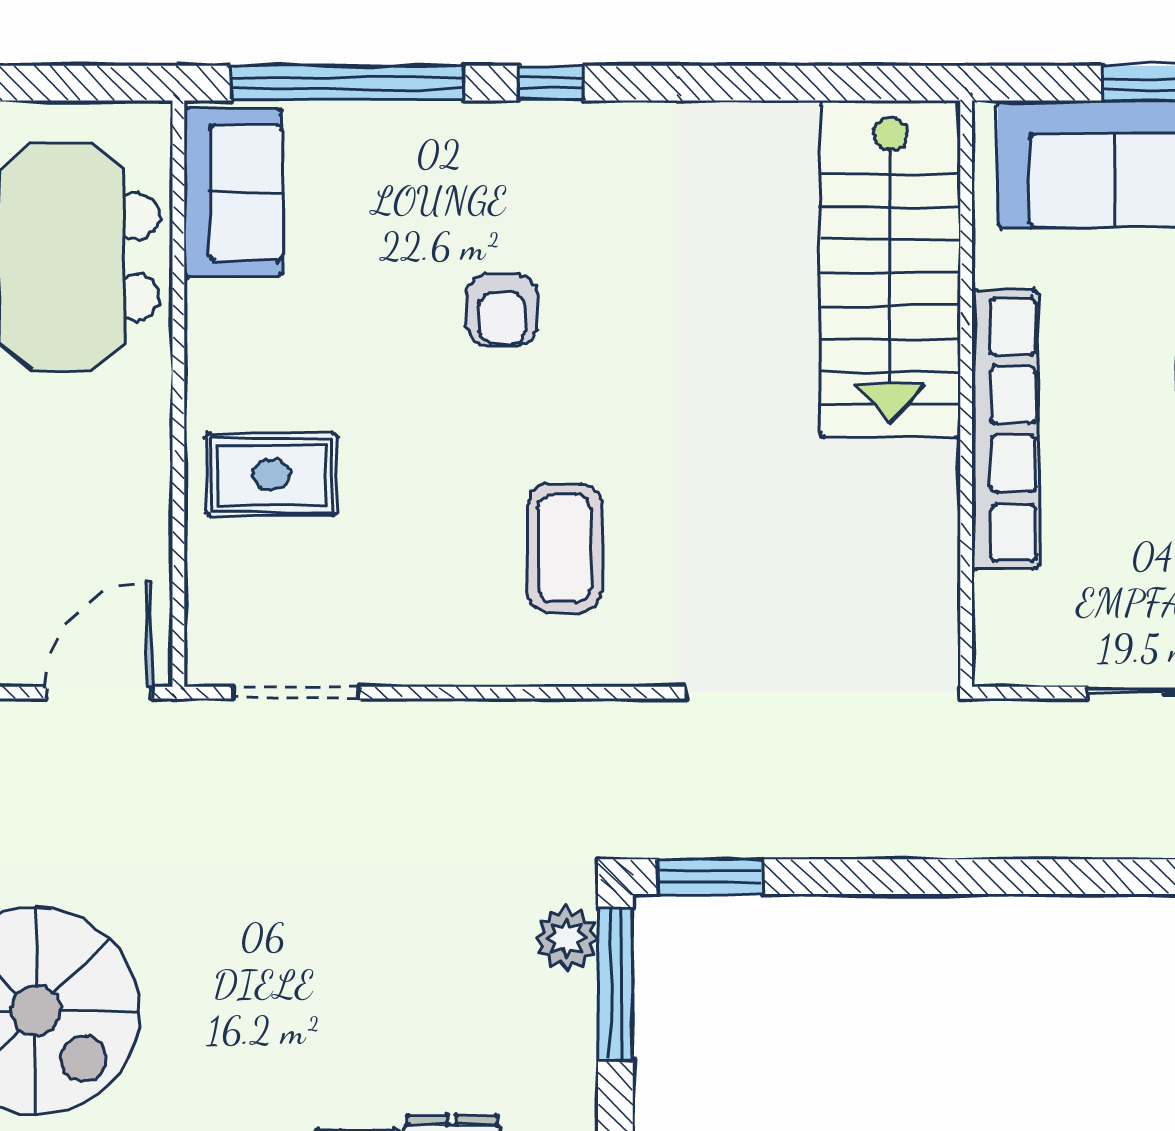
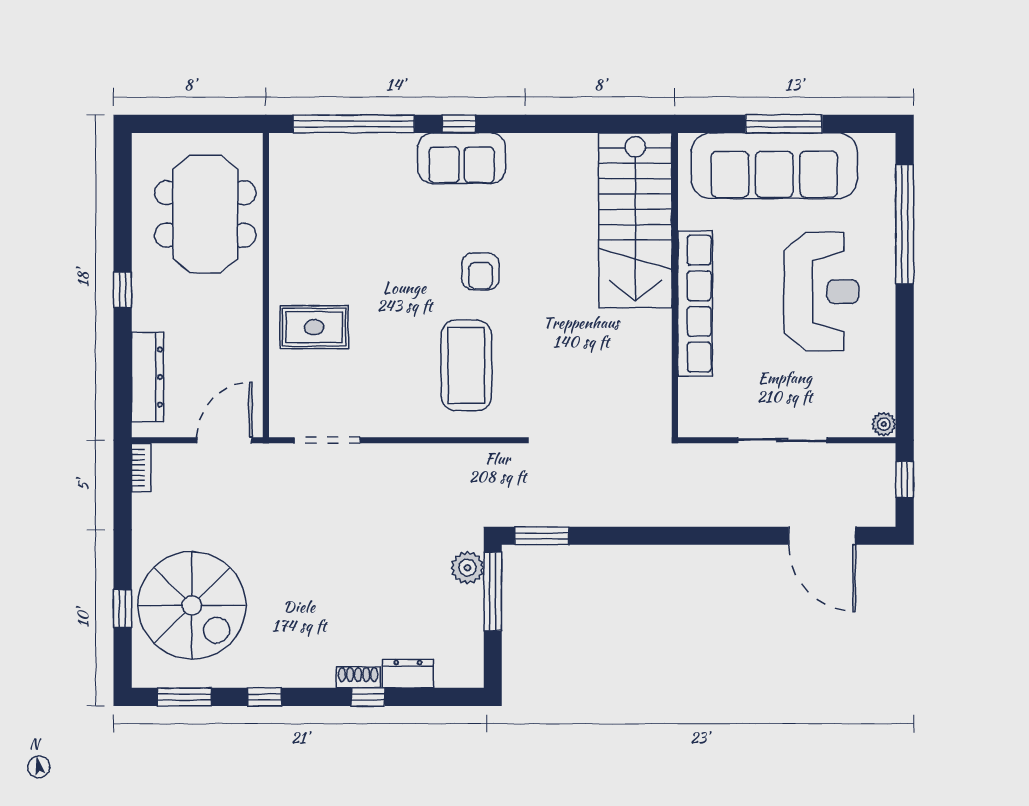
sofa: (233, 193) -> (462, 158), moved, turned 90
armchair: (502, 310) -> (480, 271), moved
coffee table: (564, 548) -> (466, 365), width x1.36, depth x1.32

